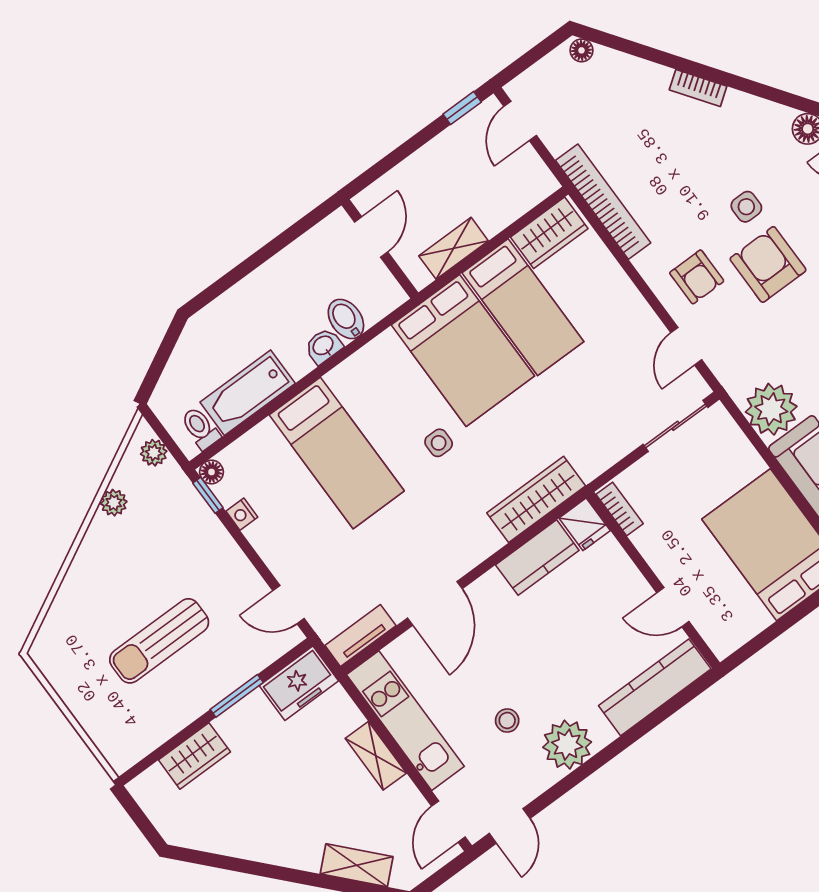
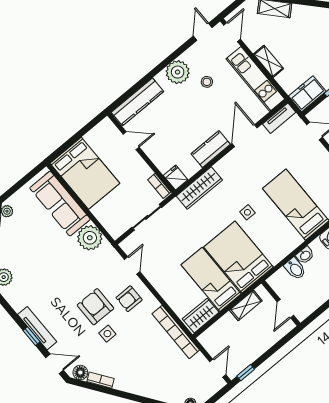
bookcase: (698, 88) -> (100, 380), moved
armchair: (768, 264) -> (95, 307), turned 180
armchair: (697, 277) -> (129, 299), turned -90
sliding door: (676, 426) -> (147, 217), moved
kitchen counter: (537, 558) -> (211, 149), moved

